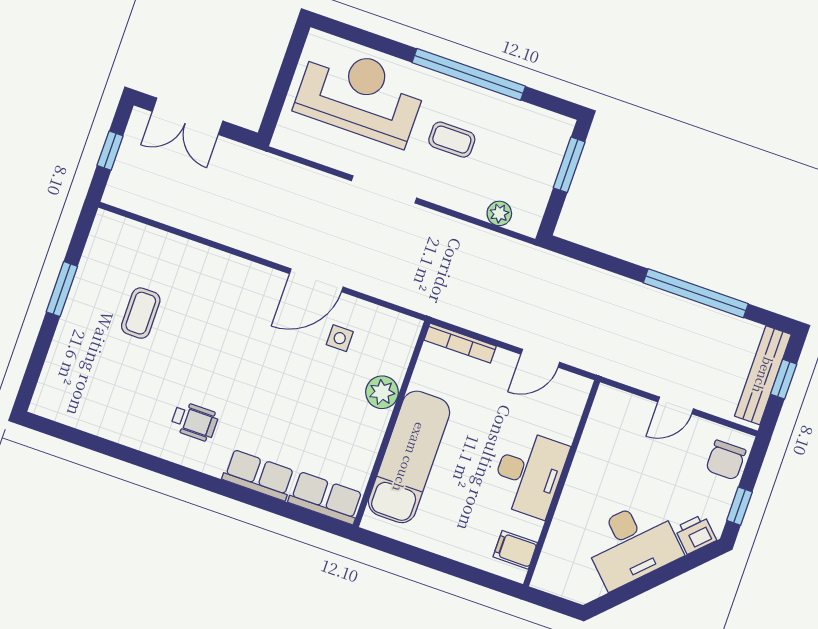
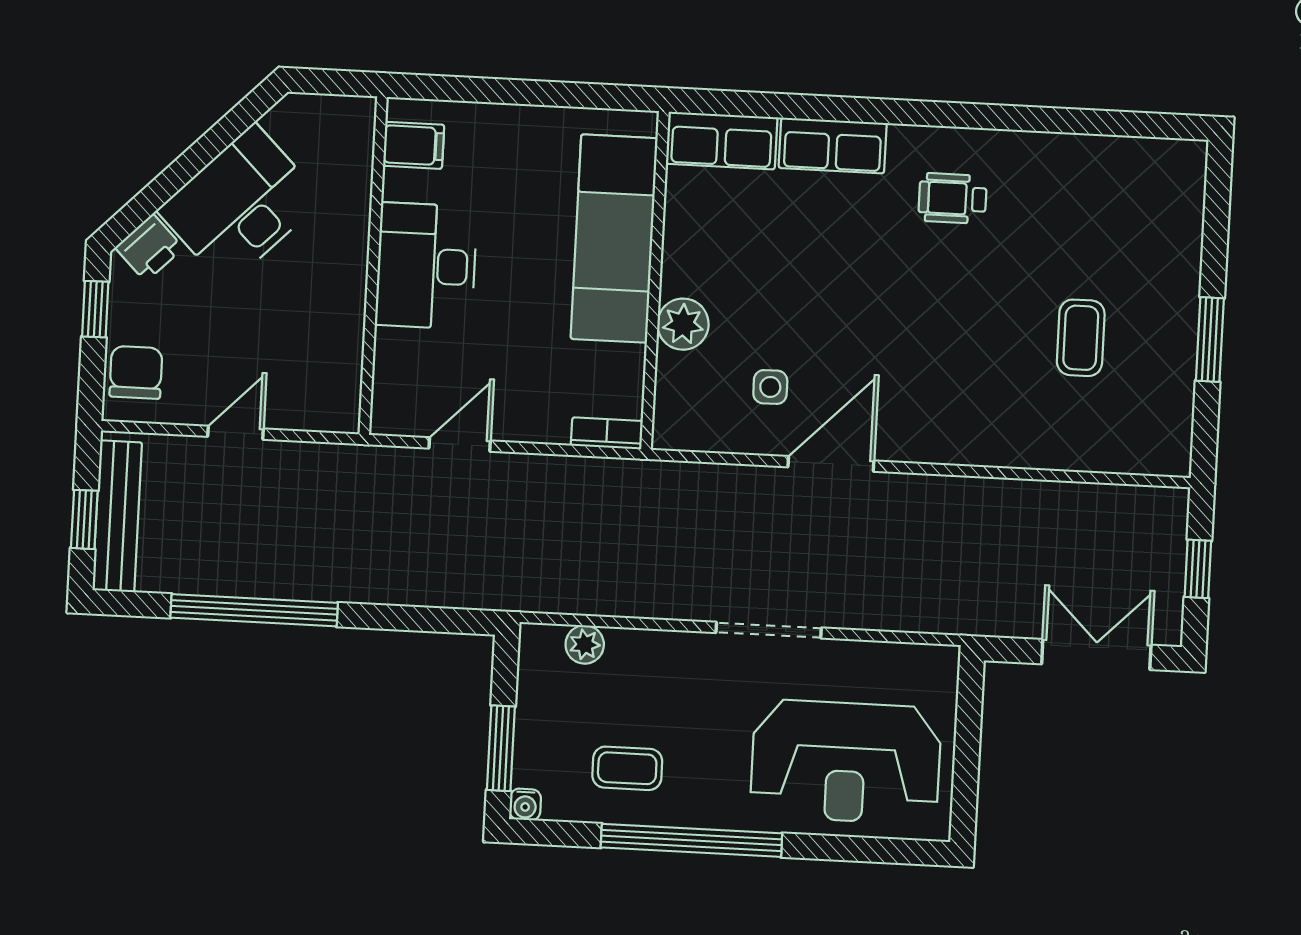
water cooler: (564, 126) -> (525, 804), added
coffee table: (452, 140) -> (627, 768), moved
bookcase: (460, 343) -> (607, 433), width x0.64

